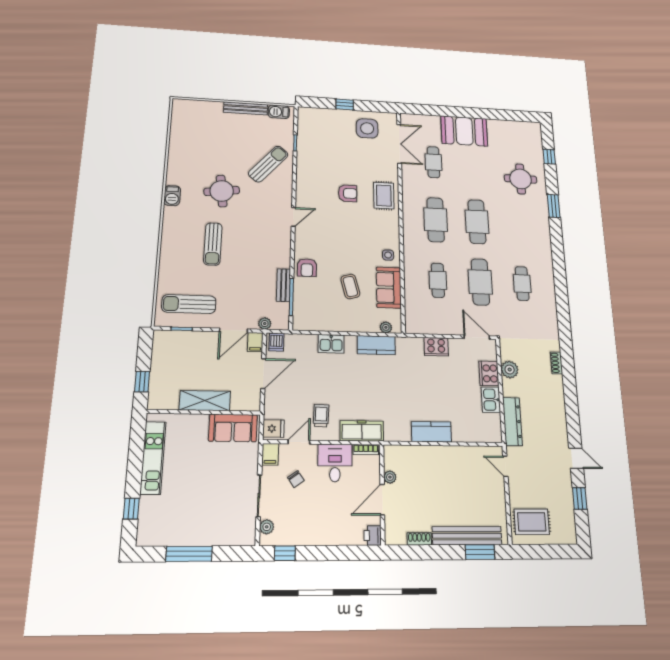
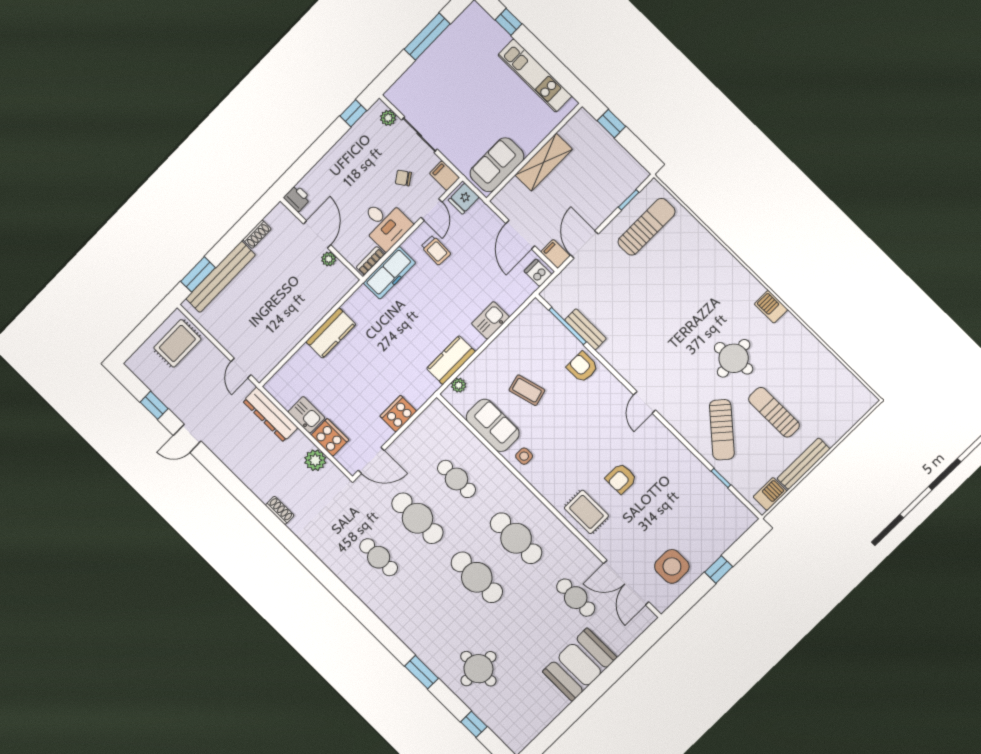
sun lounger: (213, 244) -> (774, 412), moved
plant: (265, 324) -> (565, 278), removed
door: (505, 466) -> (241, 368), swing flipped

